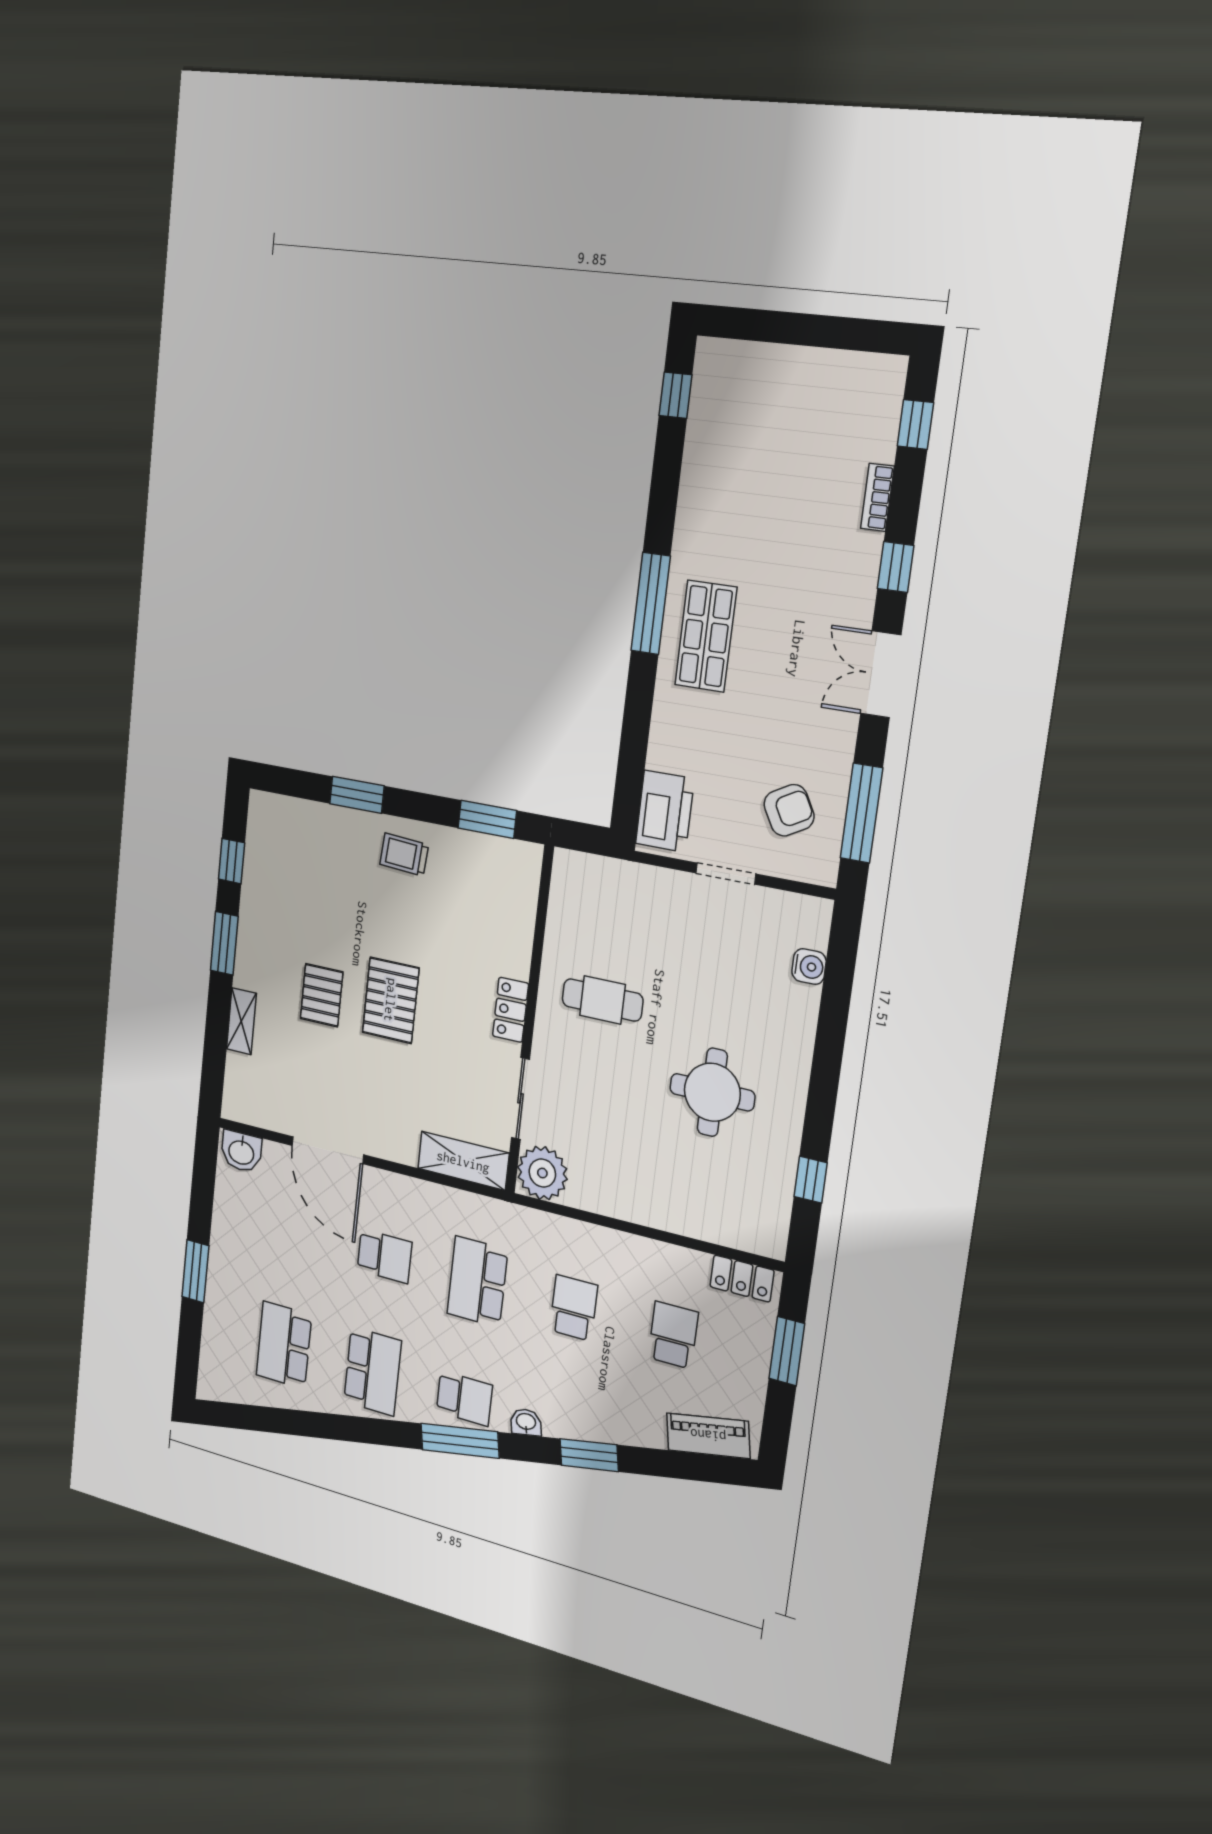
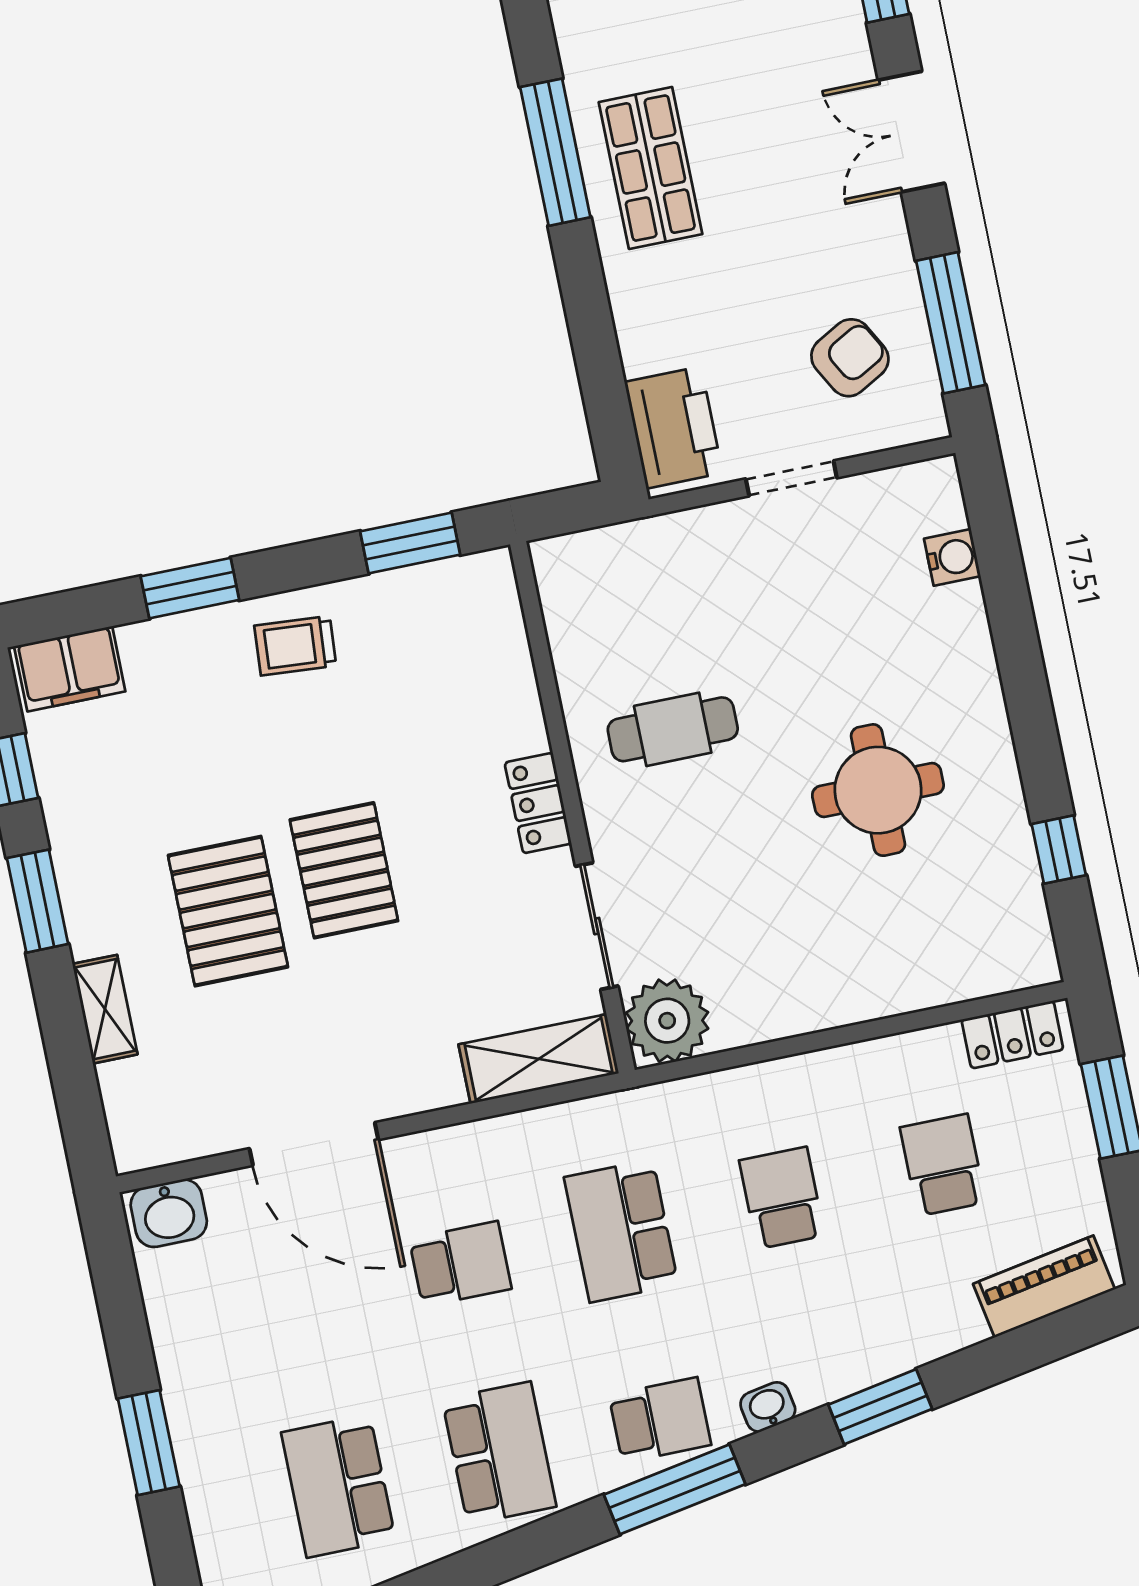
filing cabinet: (279, 815) -> (70, 669), added
pallet: (322, 995) -> (228, 911), width x1.50, depth x1.42

